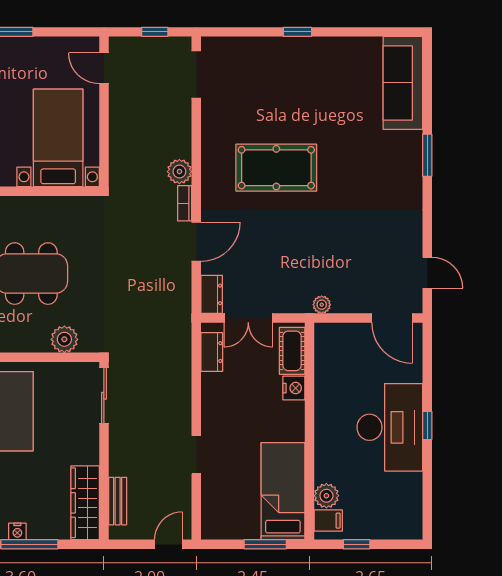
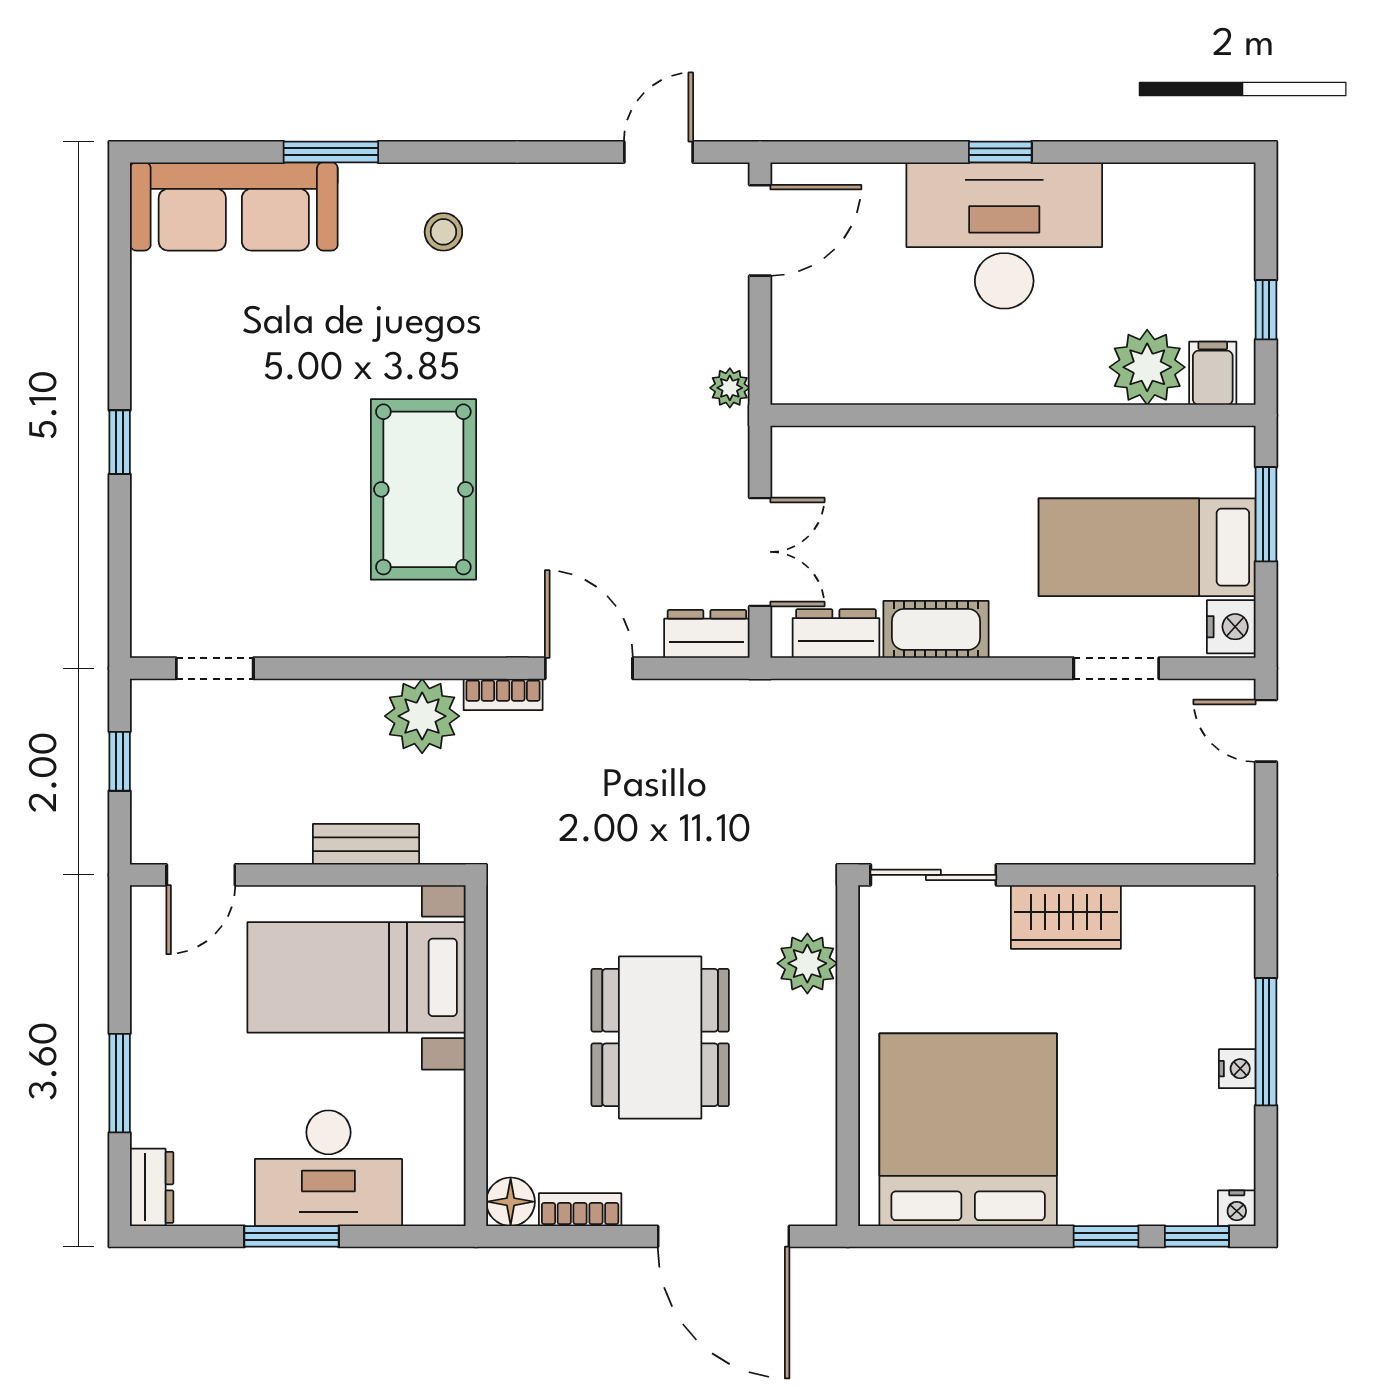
doorway: (196, 74) -> (215, 668), width x0.73
window: (427, 155) -> (331, 152), moved
plant: (179, 172) -> (422, 716), width x1.36, depth x1.36
stool: (391, 177) -> (443, 232), added
cot: (292, 351) -> (936, 629), moved
nightstand: (294, 388) -> (1231, 627), moved, turned 90
doorway: (196, 455) -> (1116, 668), moved
bed: (283, 491) -> (1147, 547), moved
plant: (326, 496) -> (1147, 367), width x1.36, depth x1.36
bench: (118, 501) -> (366, 844), moved
wardrobe: (85, 503) -> (1066, 917), moved, width x0.67

